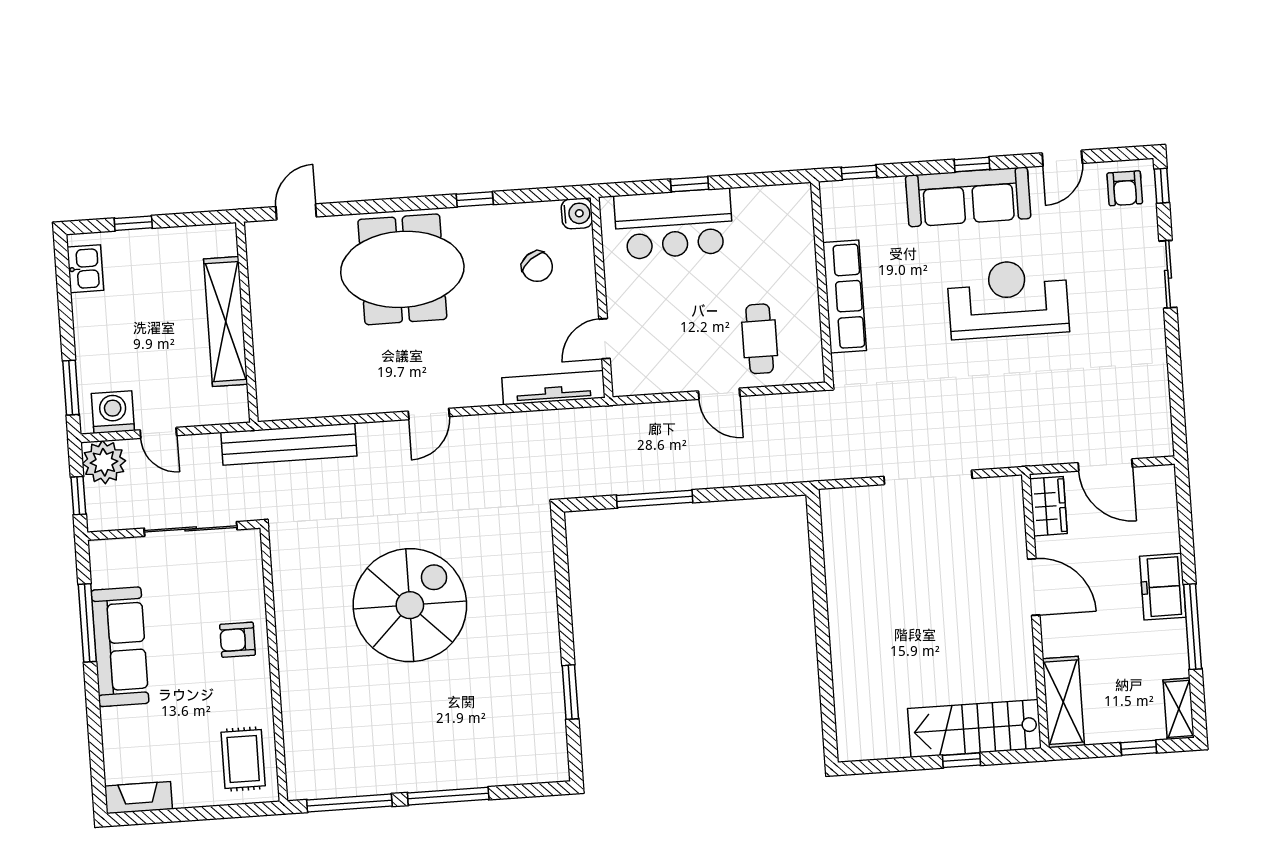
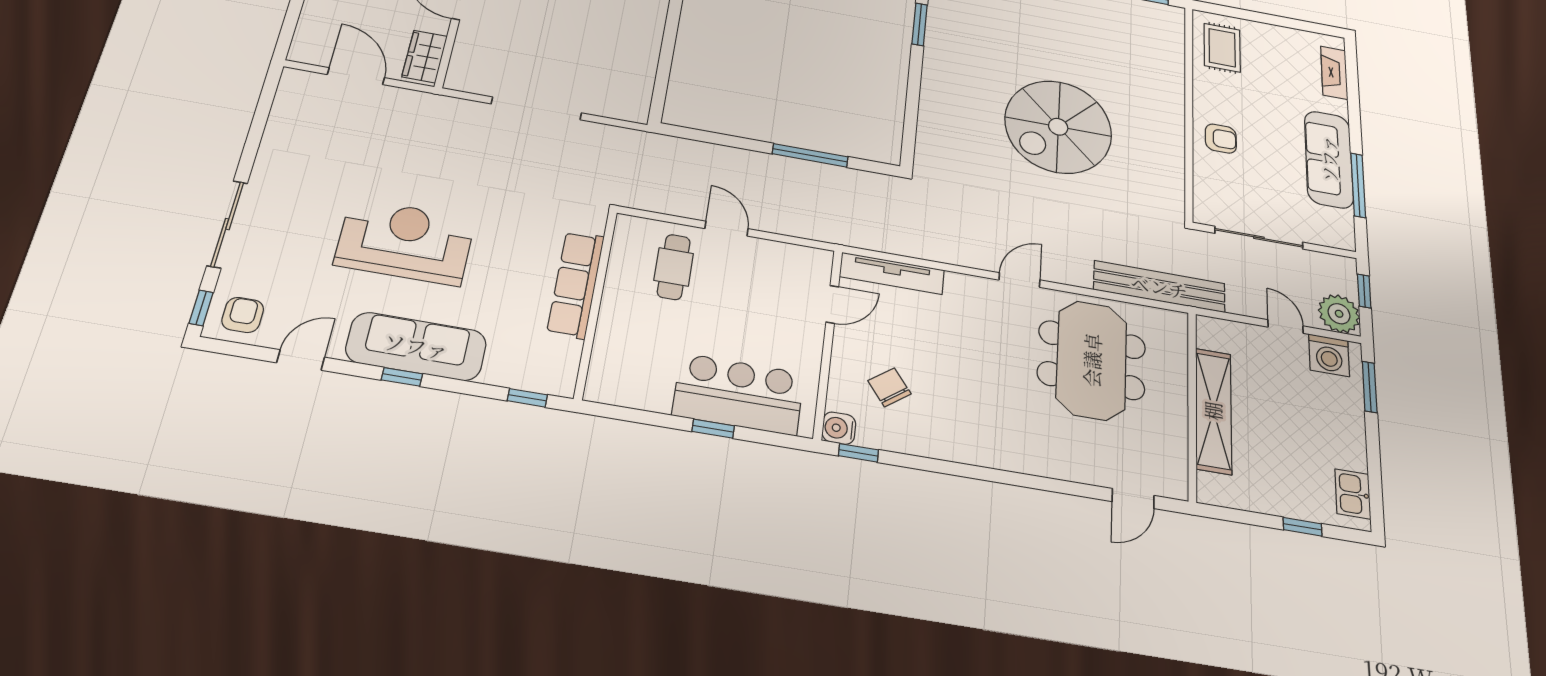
window: (475, 199) -> (858, 453), moved
meeting table: (402, 269) -> (1092, 360), moved, turned 90
sliding door: (1168, 274) -> (227, 224), width x1.37
reception desk: (1008, 299) -> (405, 242), turned 180
fireplace: (139, 798) -> (1334, 73), moved, turned 90

